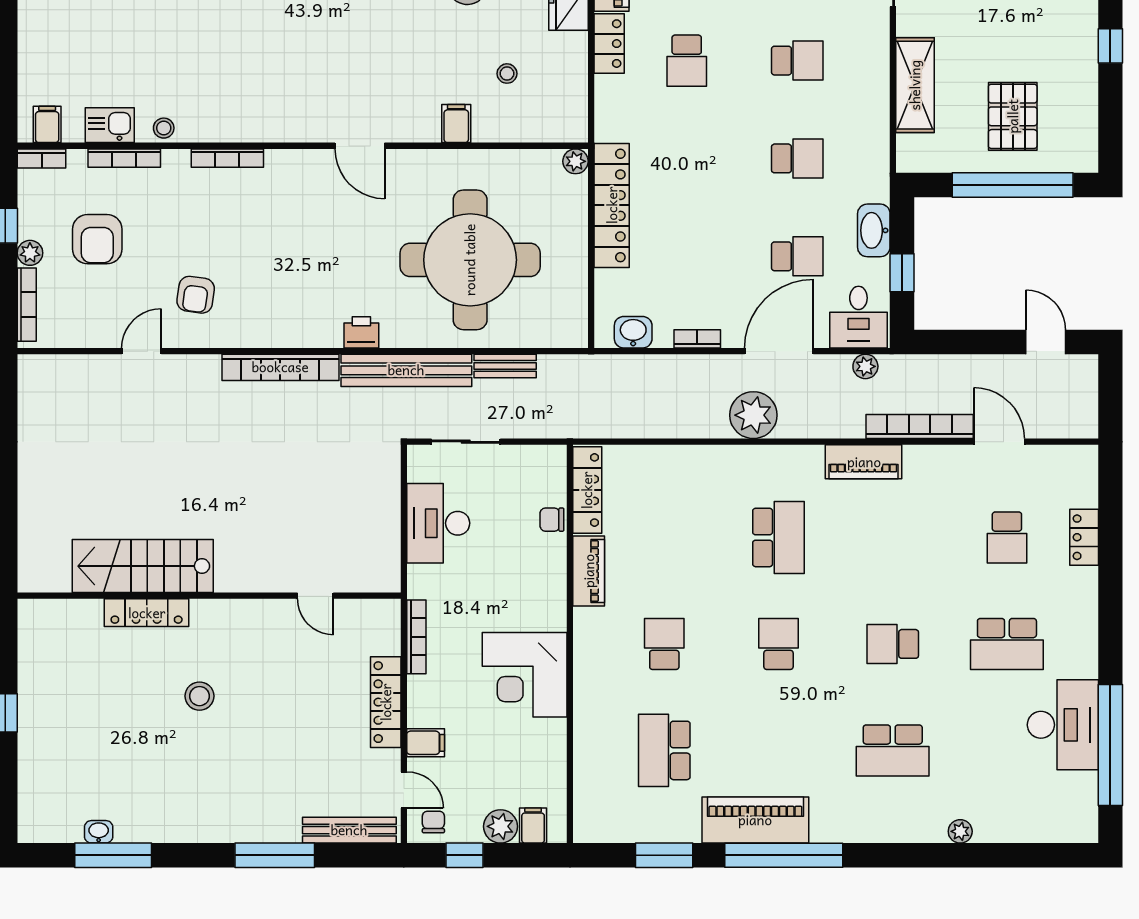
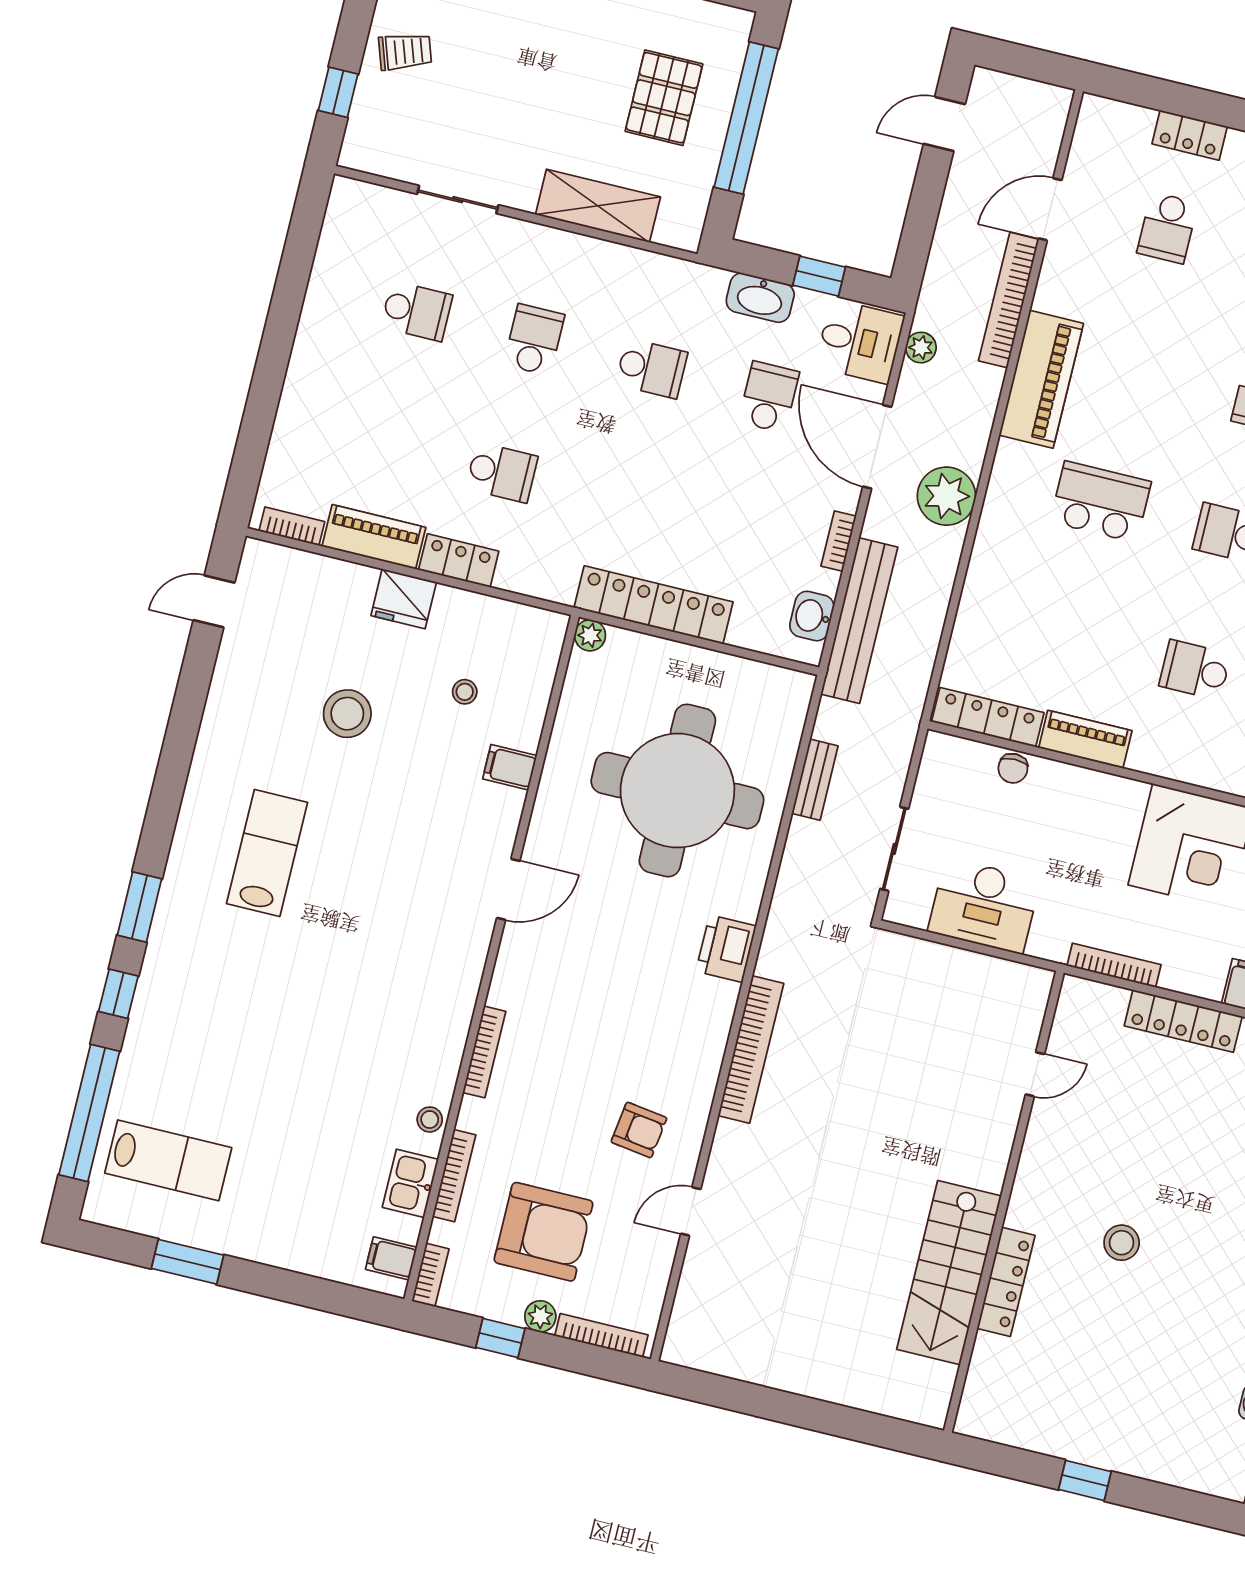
pallet: (1013, 116) -> (664, 98), turned 90
school desk: (797, 158) -> (651, 368), turned 90
armchair: (97, 239) -> (544, 1232), width x1.36, depth x1.36
printer: (361, 332) -> (726, 949), width x1.36, depth x1.24
door: (142, 351) -> (691, 1211), hinge flipped
bench: (406, 370) -> (859, 621), moved
piano: (864, 462) -> (1041, 379), width x1.37, depth x1.33
school desk: (1007, 537) -> (1167, 228), turned 90

